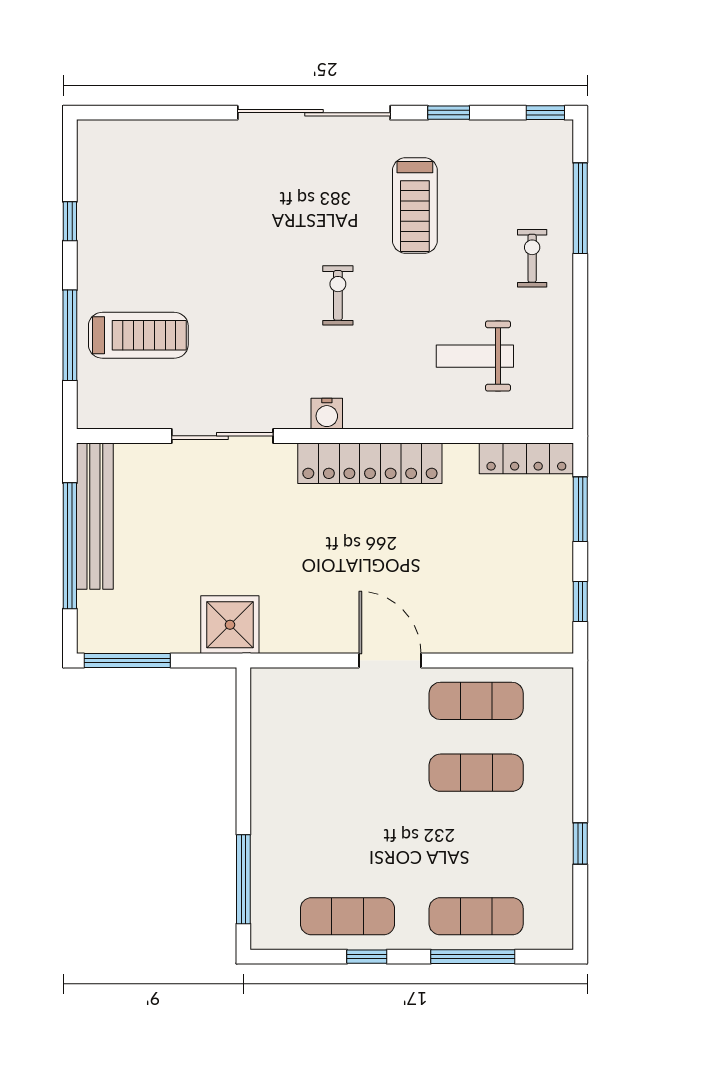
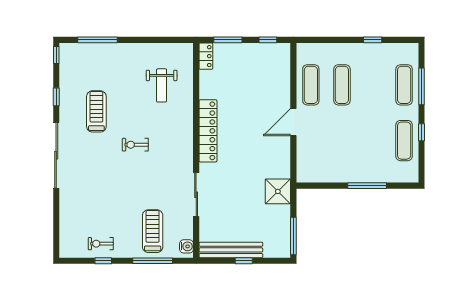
treadmill: (415, 205) -> (96, 111), turned -90
exercise bike: (532, 258) -> (101, 244), moved
water cooler: (327, 414) -> (186, 246), moved
locker: (526, 458) -> (206, 56), width x0.66
window: (70, 546) -> (244, 261), width x0.32
window: (243, 879) -> (367, 186), moved

